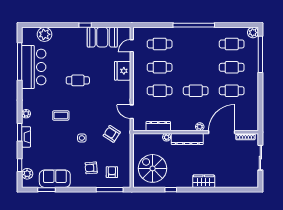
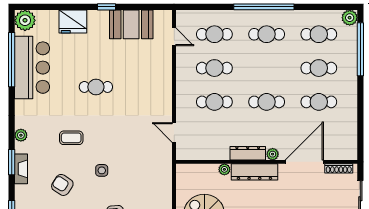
plant: (44, 34) -> (25, 20), moved
cafe table: (196, 44) -> (267, 34), added
door: (132, 46) -> (174, 37), swing flipped
fridge: (123, 71) -> (73, 21), moved, turned -90
dresser: (158, 126) -> (248, 153), moved
armchair: (112, 134) -> (62, 185), moved

